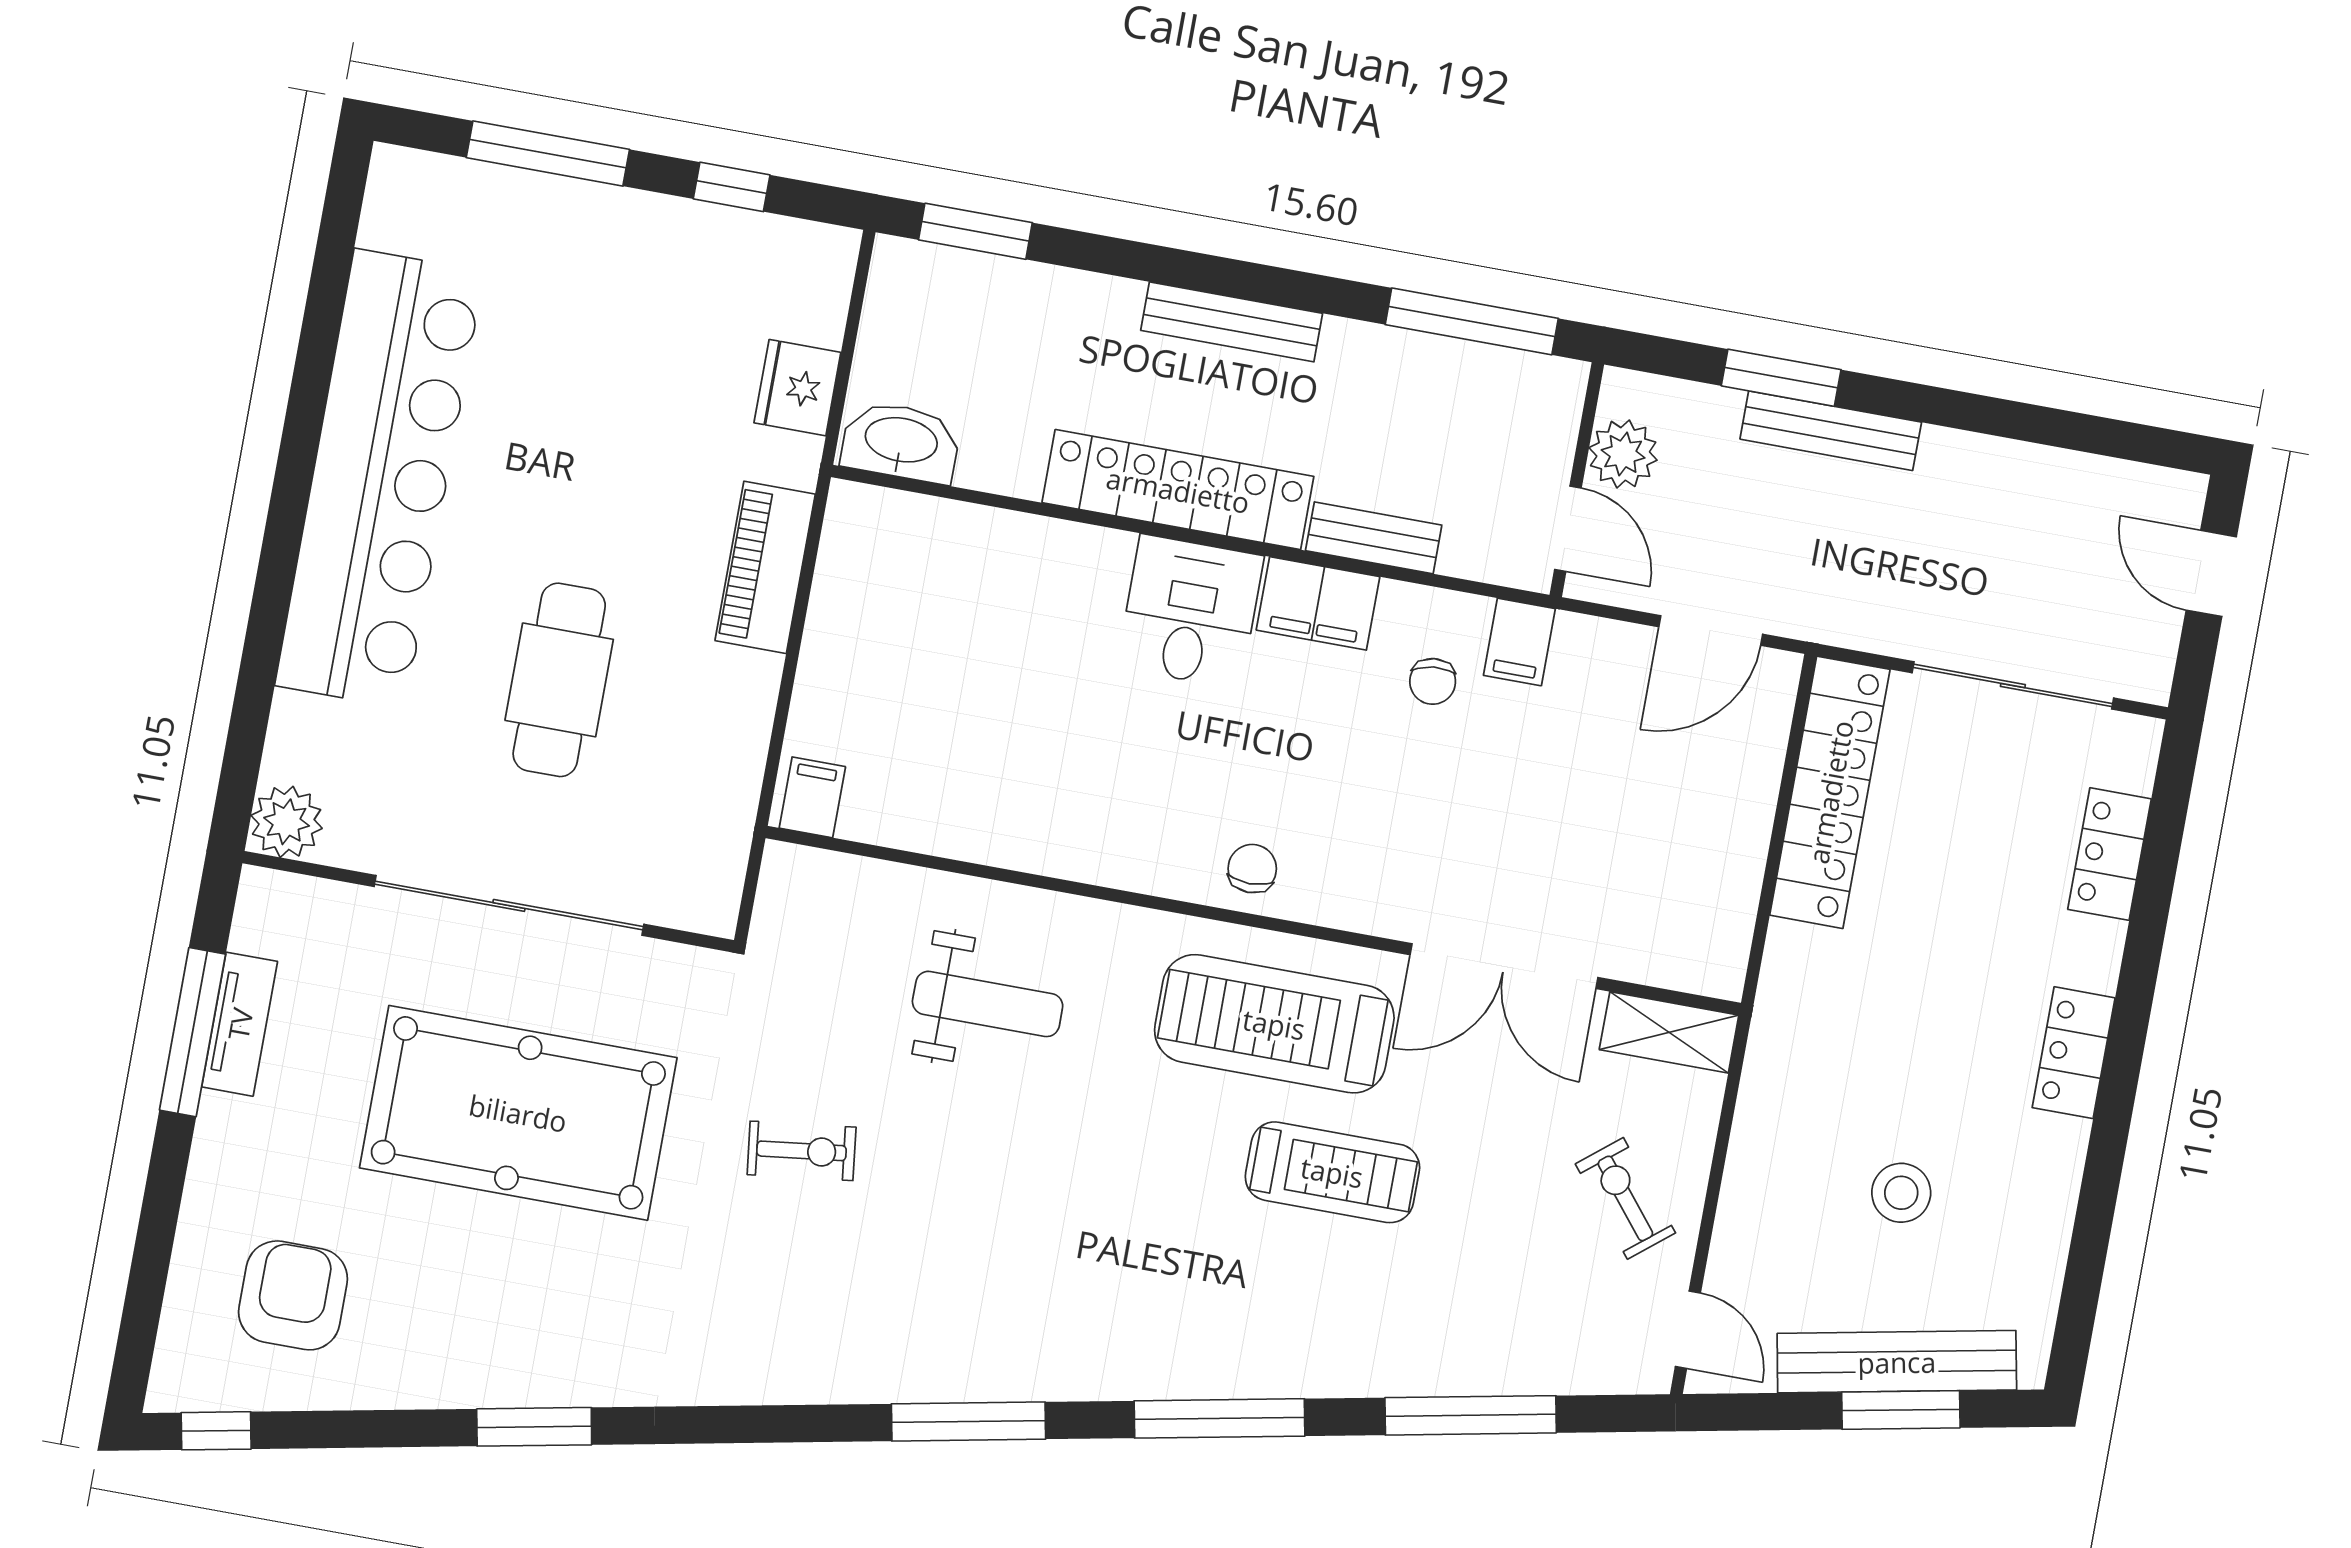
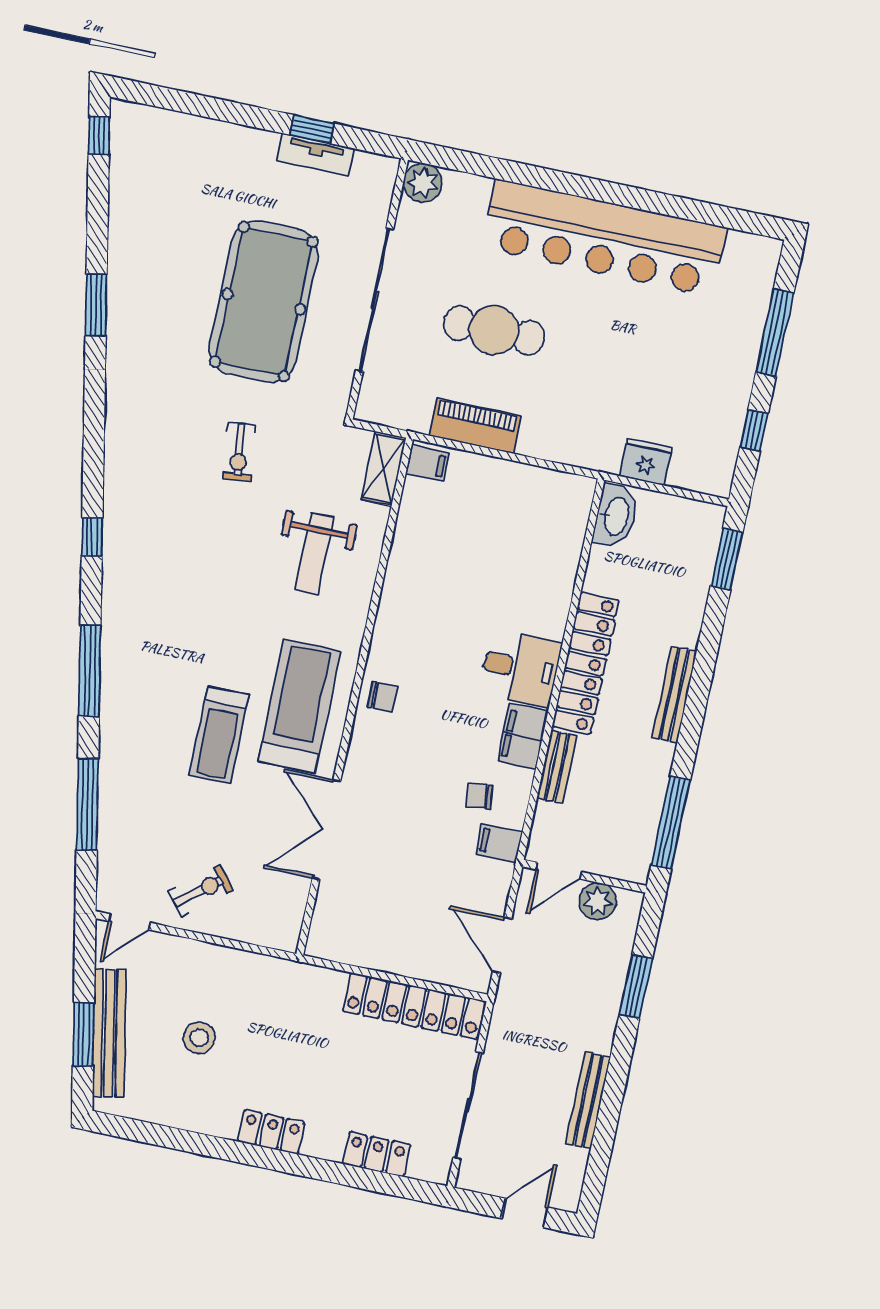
bench: (1831, 431) -> (588, 1100), moved
piano: (765, 567) -> (475, 426), moved
window: (193, 1032) -> (312, 129), width x0.46
shelving: (1669, 1032) -> (384, 469), moved
armchair: (293, 1295) -> (170, 179), removed
window: (968, 1421) -> (92, 537), width x0.46

